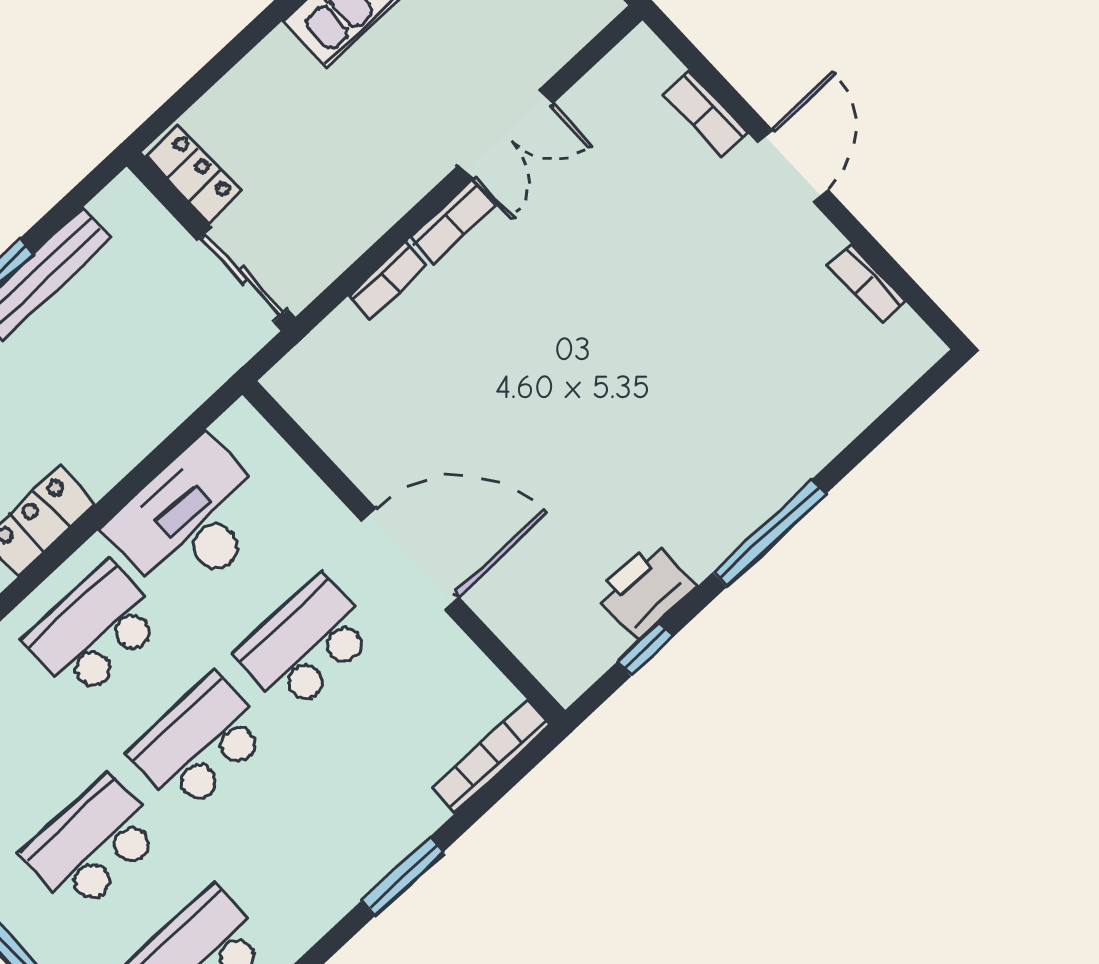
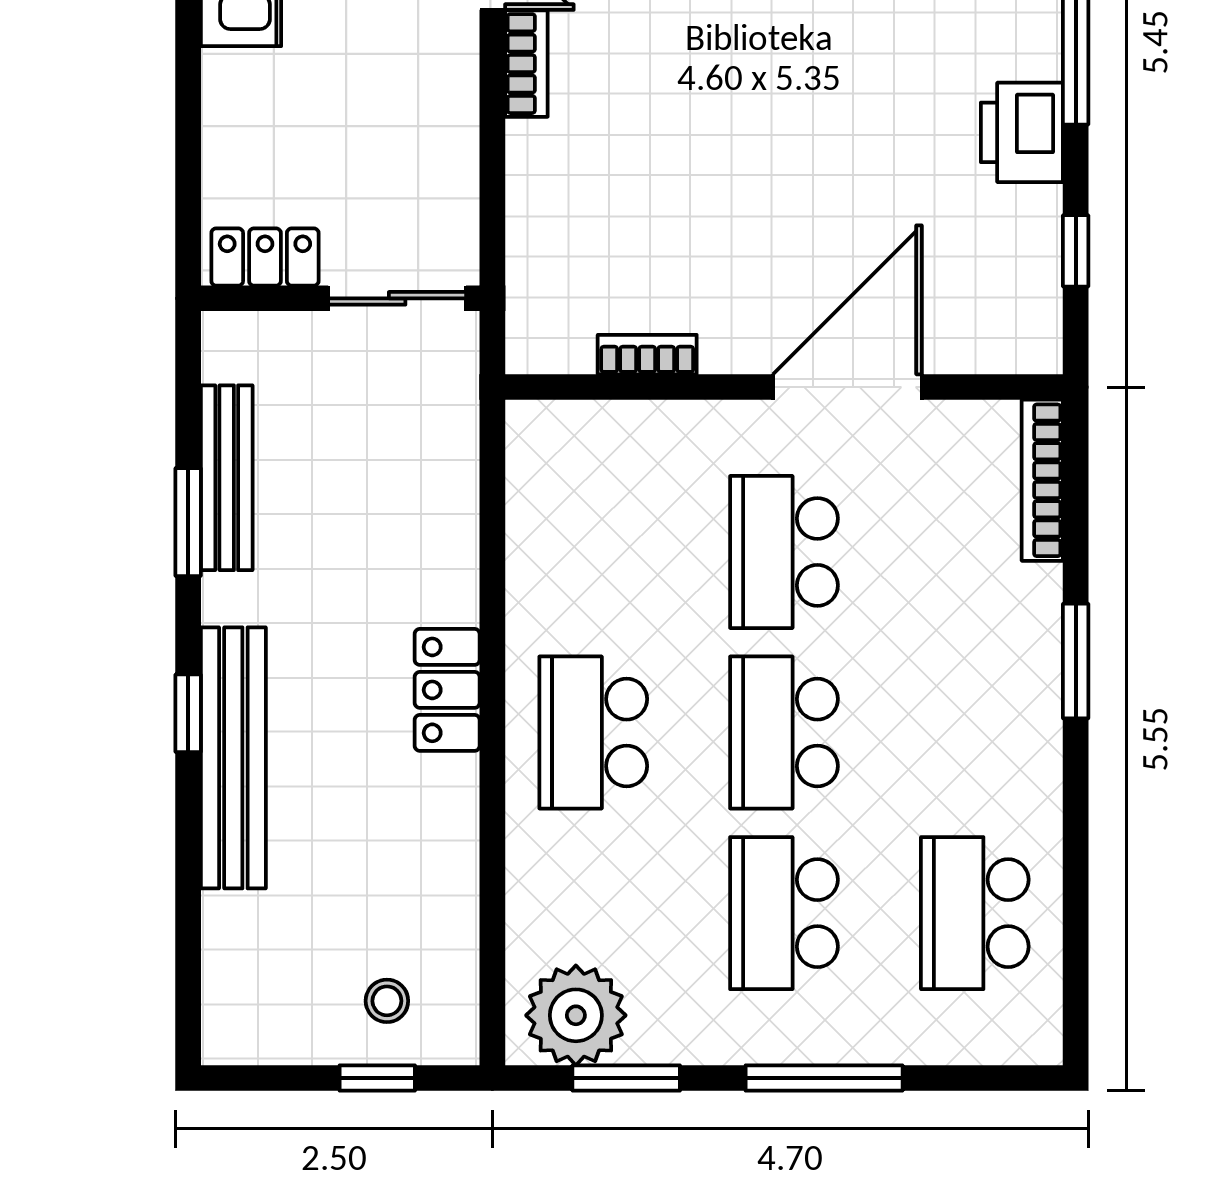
bookcase: (388, 280) -> (647, 355), moved, turned -90
desk: (191, 520) -> (575, 552), removed
door: (410, 559) -> (847, 387), moved
printer: (645, 590) -> (1022, 132), moved

